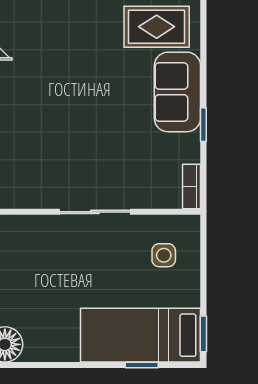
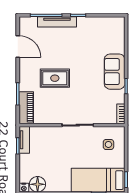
rug: (157, 27) -> (55, 78), moved

